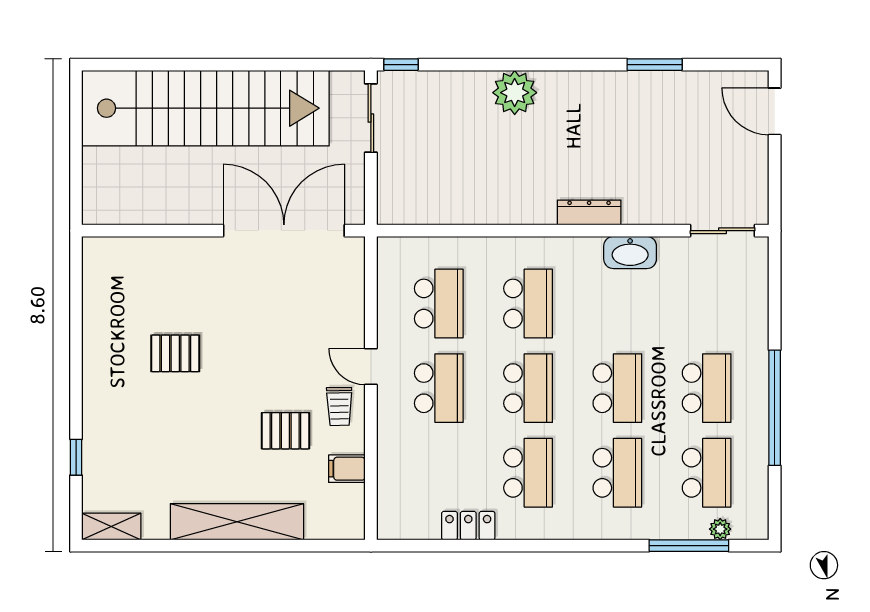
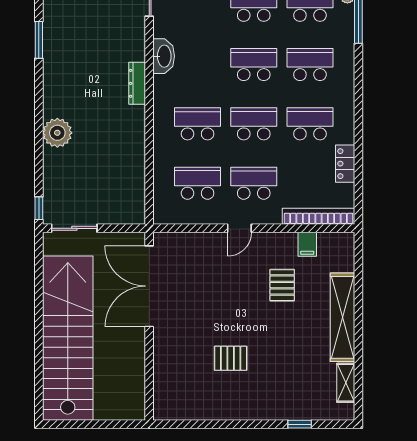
pallet: (175, 353) -> (231, 358), turned 90
trolley: (339, 406) -> (266, 249), removed
bookcase: (389, 486) -> (318, 216), added
shelving: (111, 527) -> (346, 383), moved

